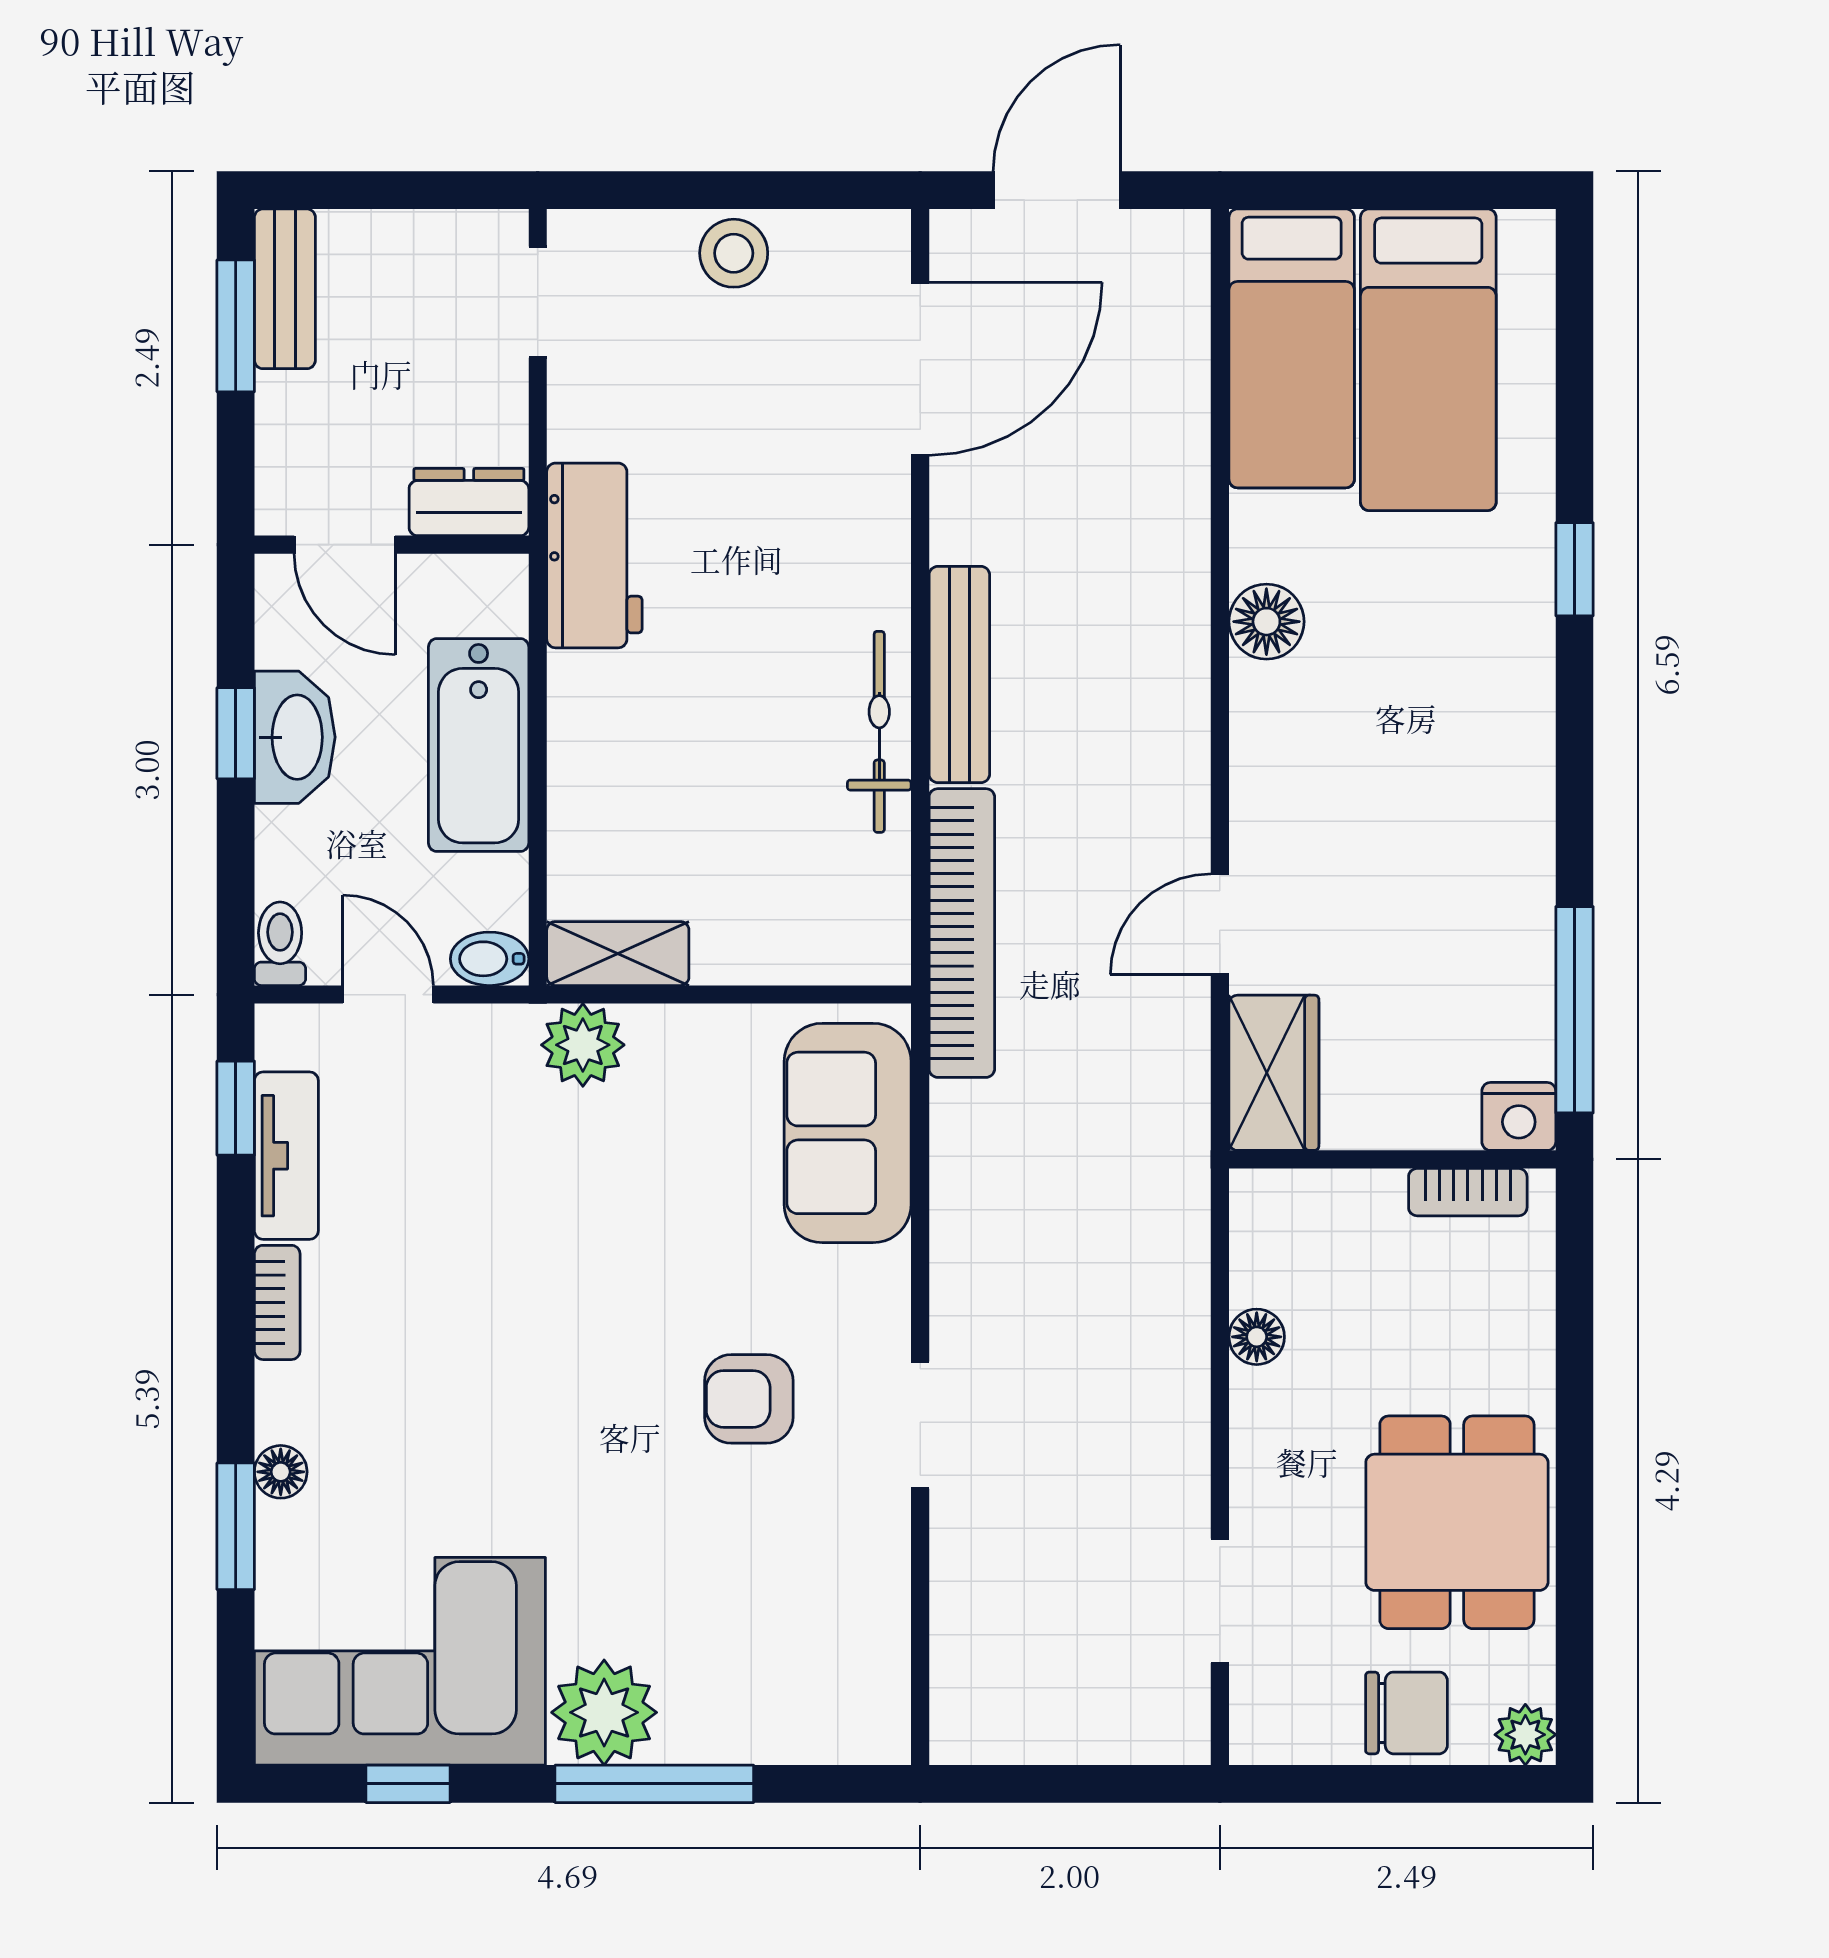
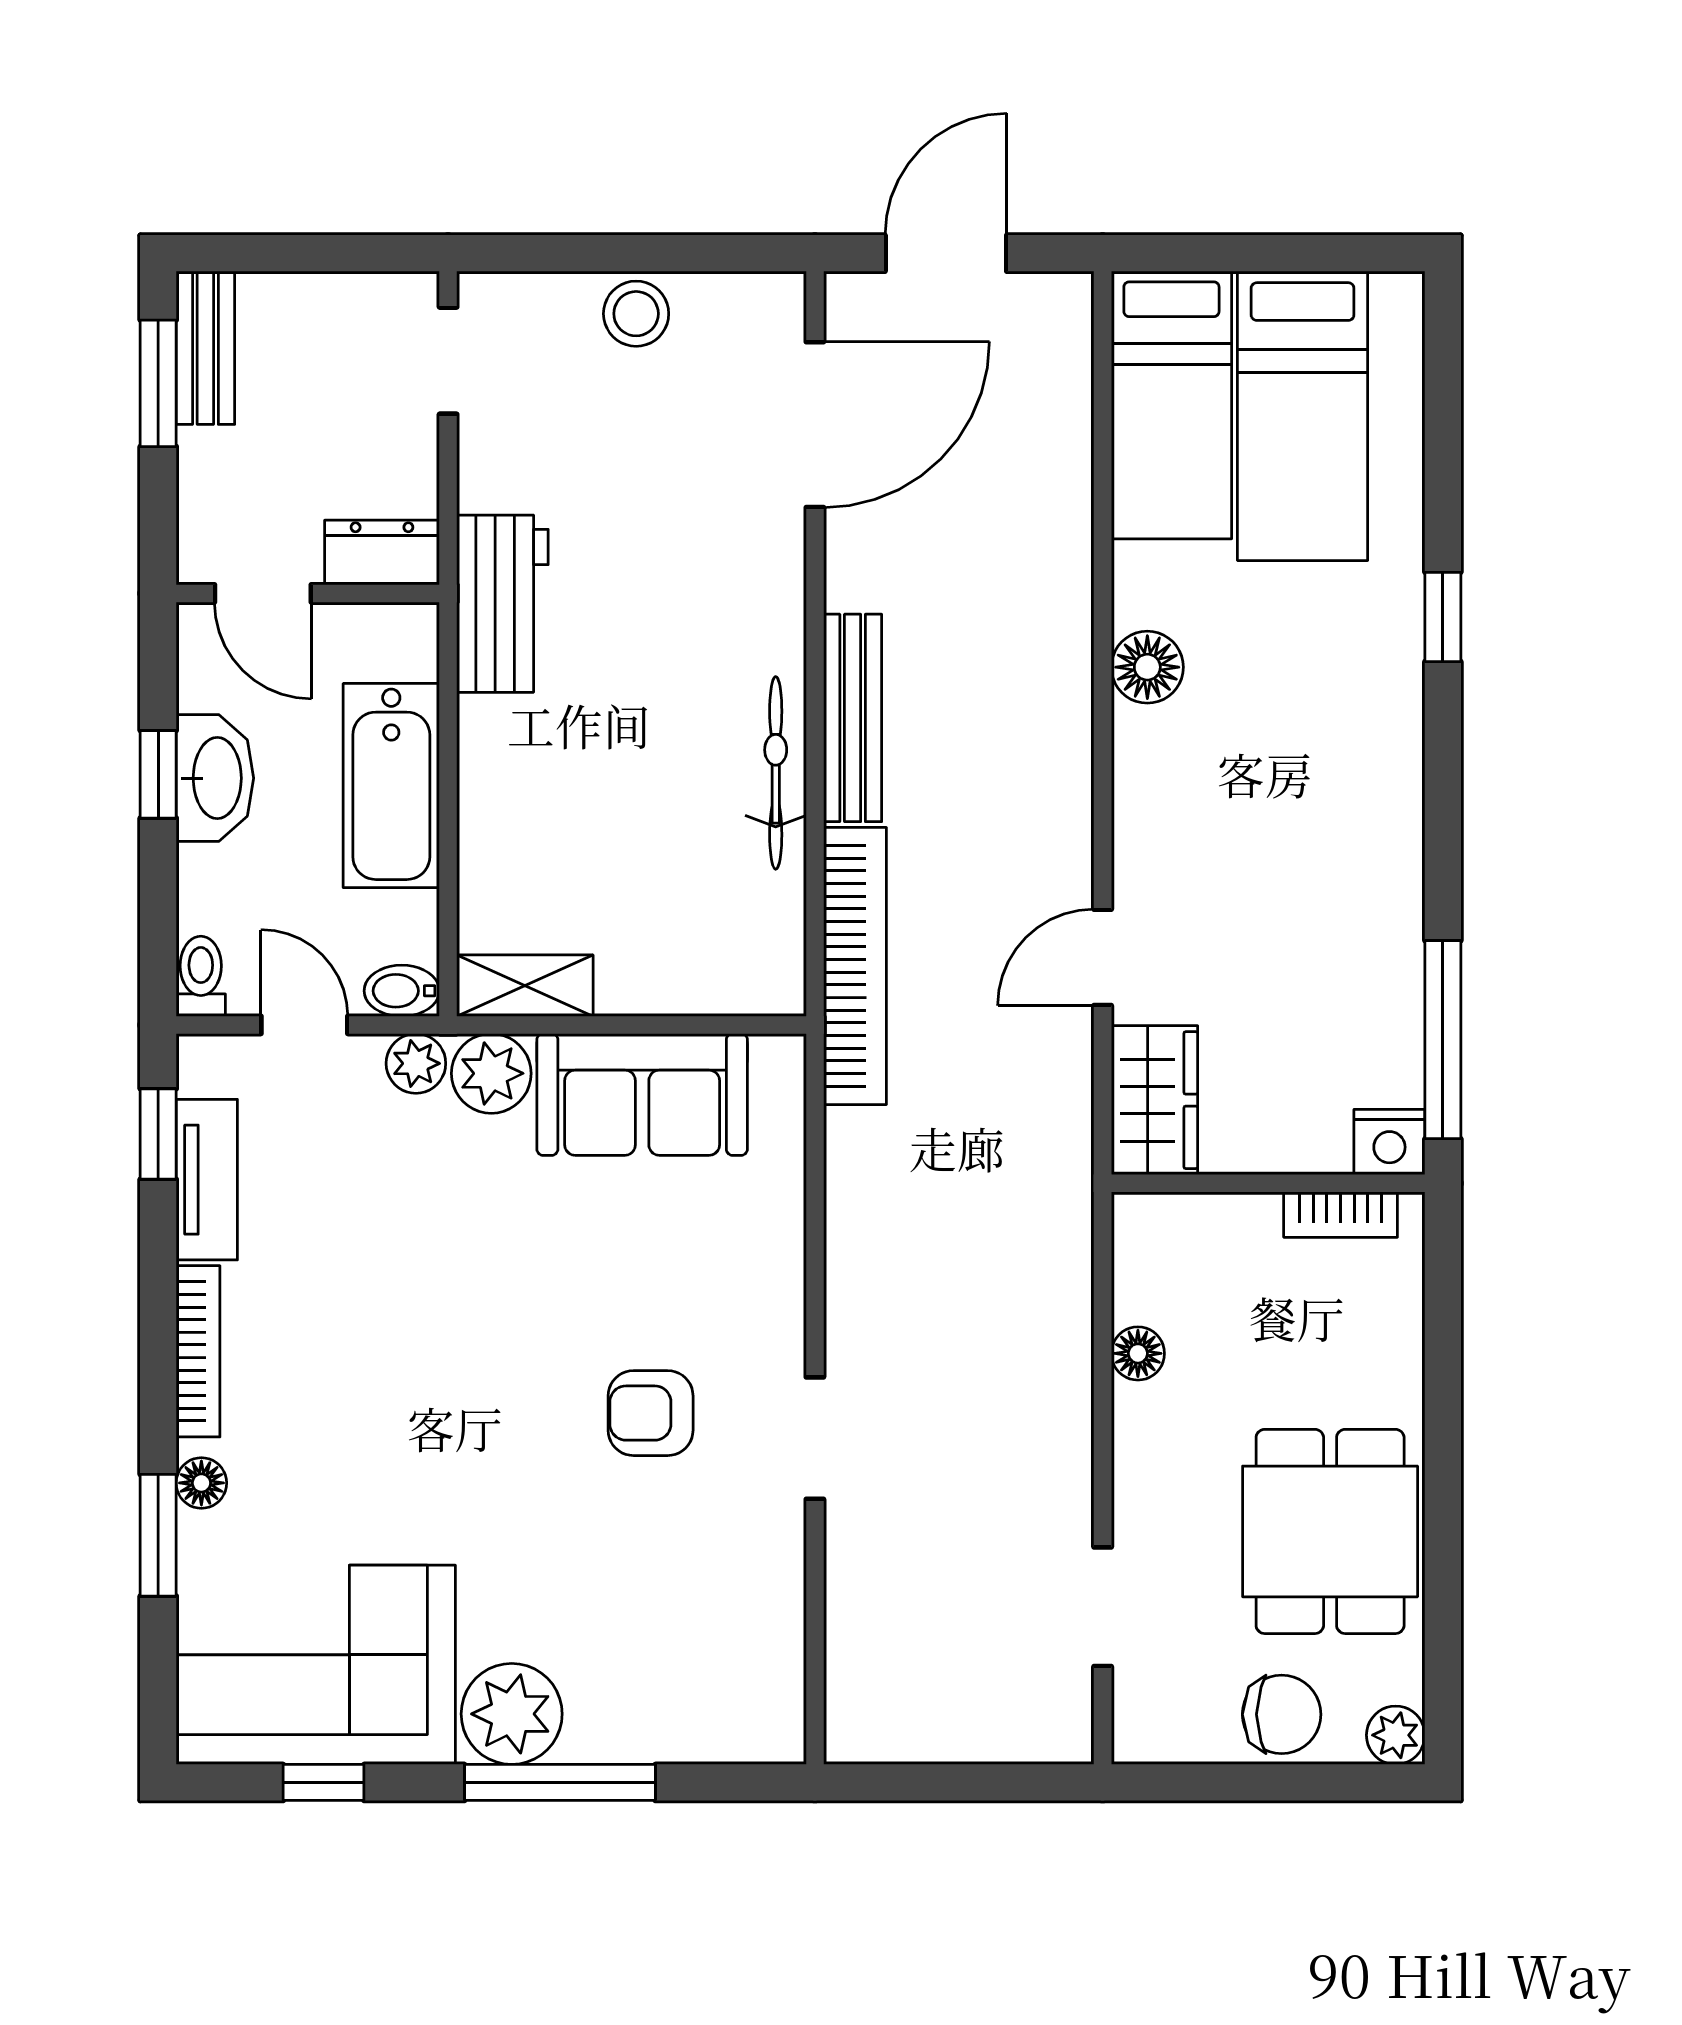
plant: (504, 1035) -> (416, 1063), added
sofa: (848, 1133) -> (642, 1094), moved, turned -90
bookcase: (277, 1302) -> (198, 1351), width x1.56

